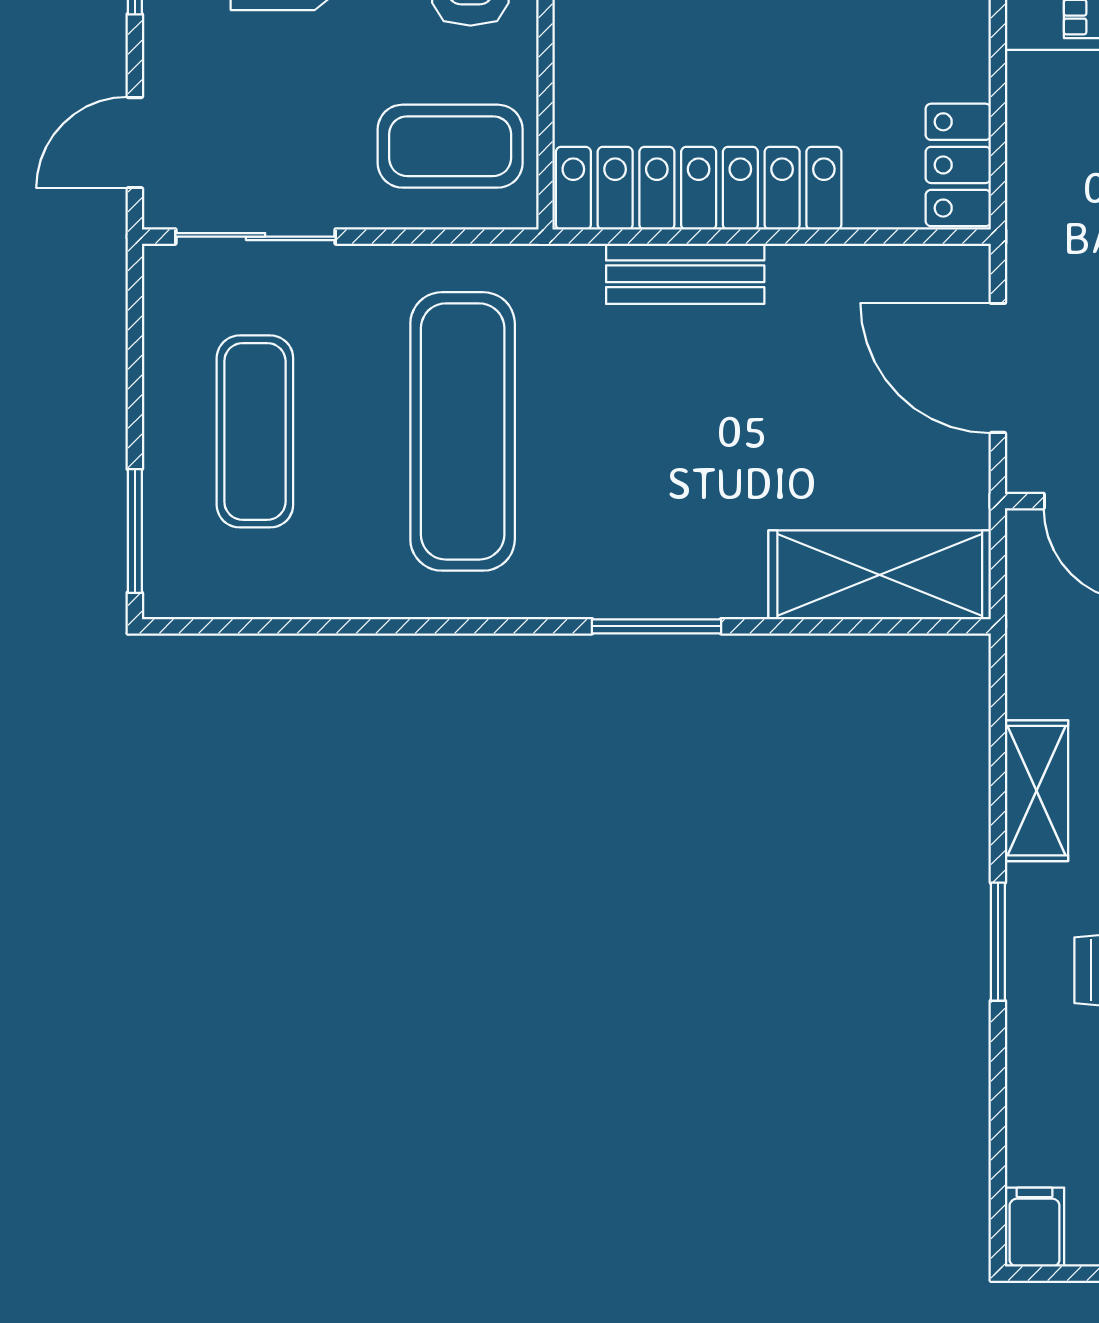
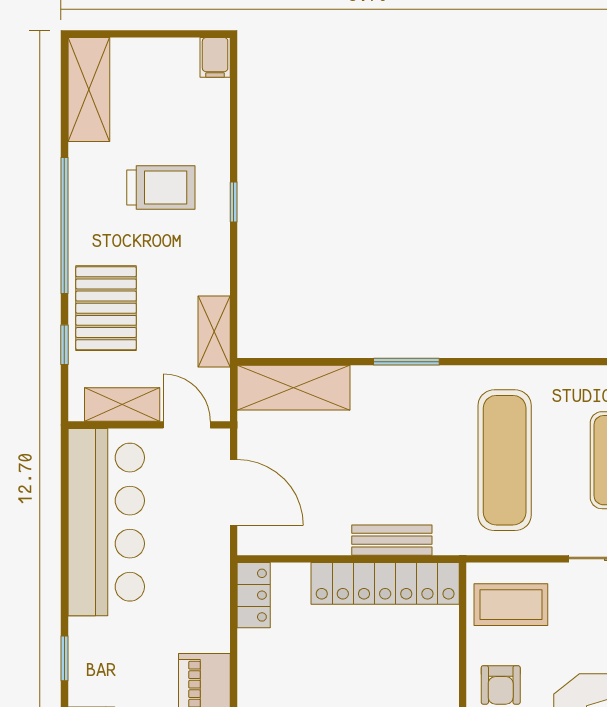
shelving: (1037, 791) -> (214, 332), moved
window: (998, 942) -> (234, 202), width x0.67

